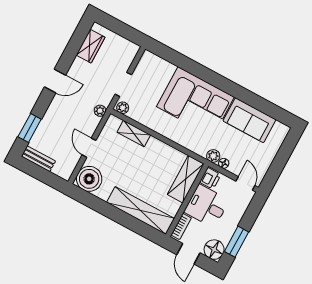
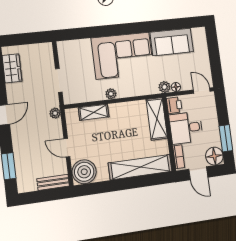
plant: (123, 108) -> (111, 94), moved
bench: (38, 159) -> (53, 182), moved

